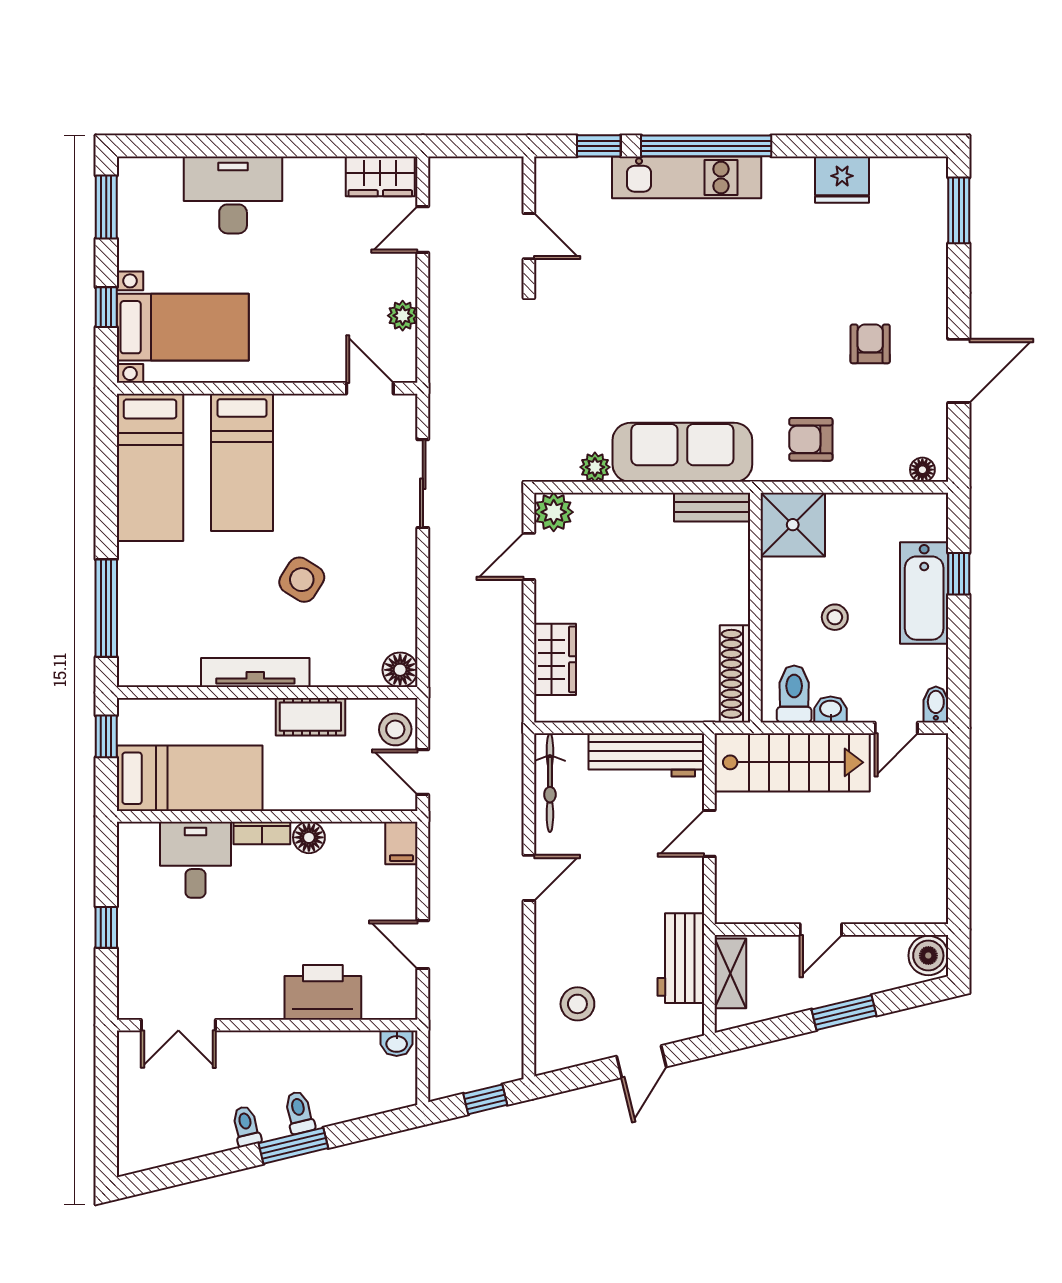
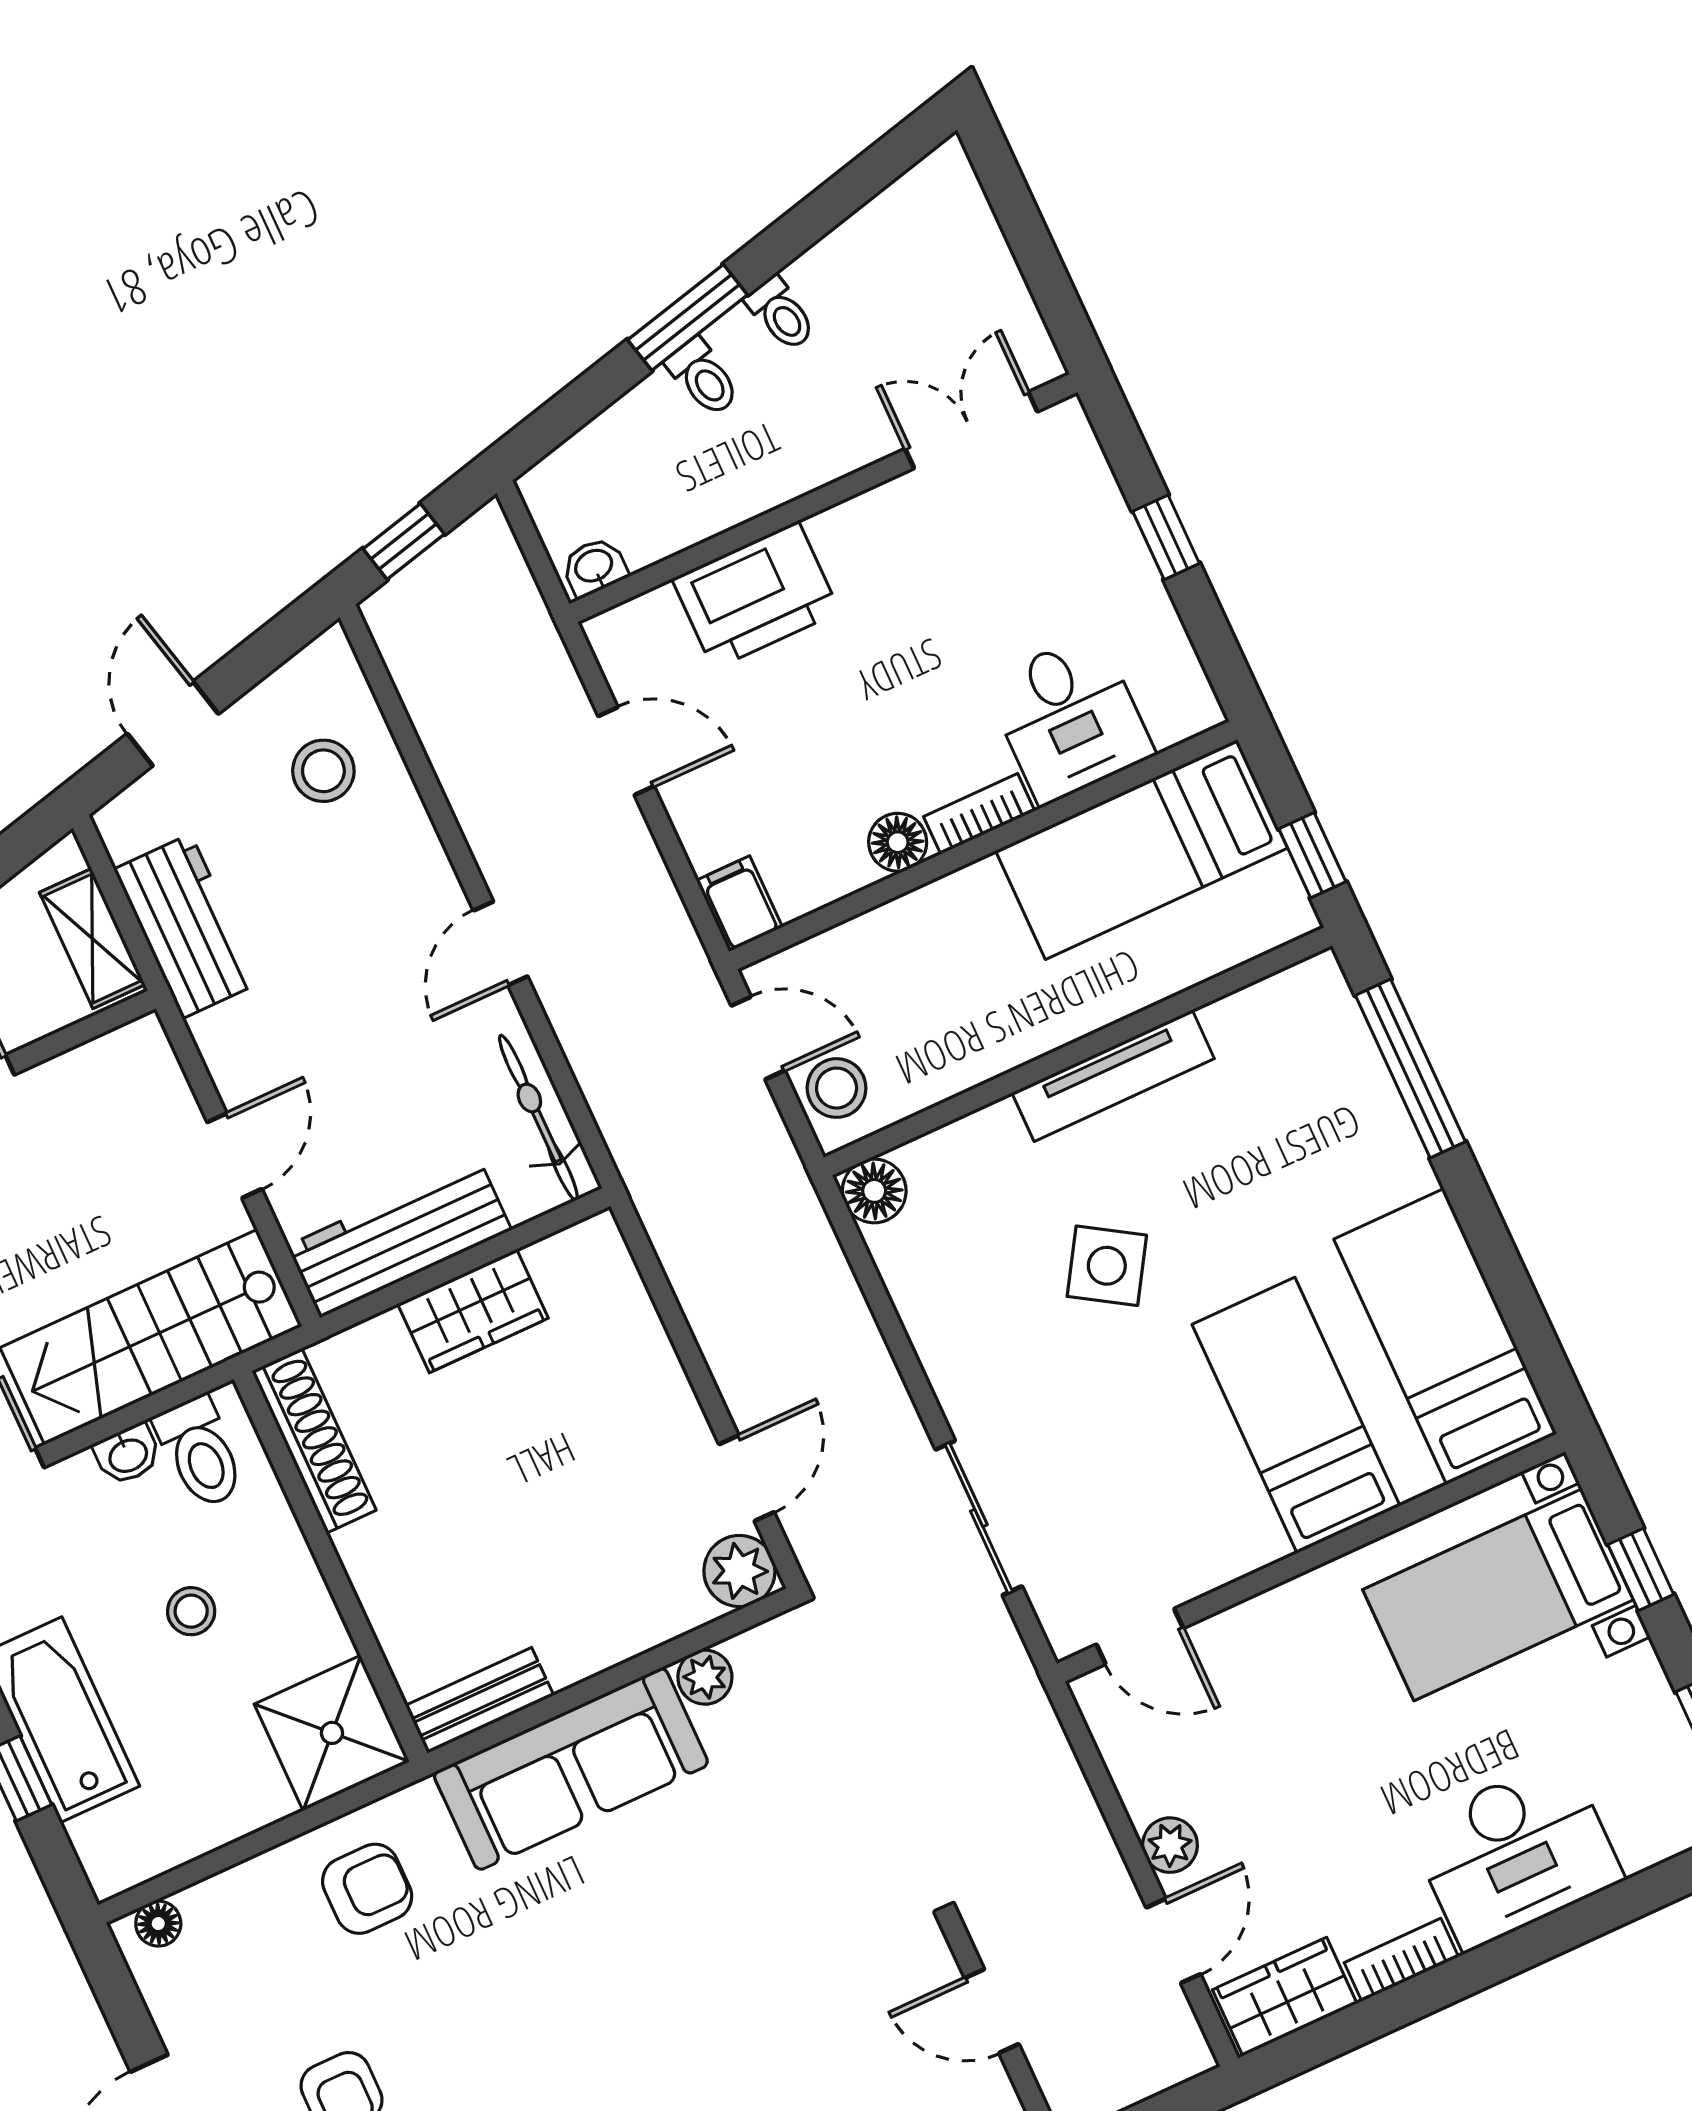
bookcase: (314, 168) -> (1401, 1960), added
plant: (403, 316) -> (1170, 1845), moved
wardrobe: (555, 659) -> (473, 1311), moved, turned -90
cot: (310, 717) -> (987, 1044), removed

